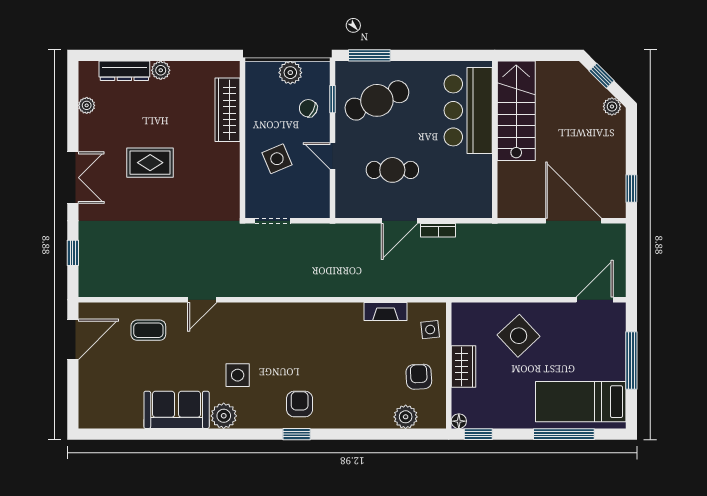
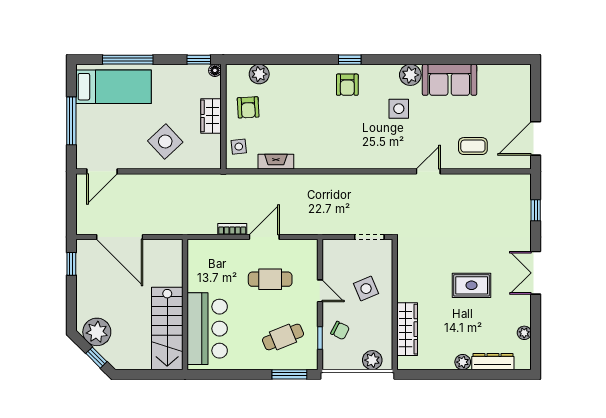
plant: (290, 73) -> (372, 360), moved
cafe table: (377, 100) -> (283, 337), width x0.73, depth x0.74
plant: (612, 106) -> (97, 332), width x1.88, depth x1.88

